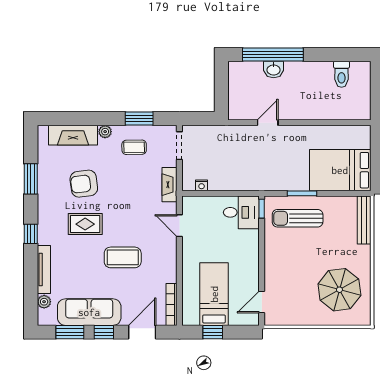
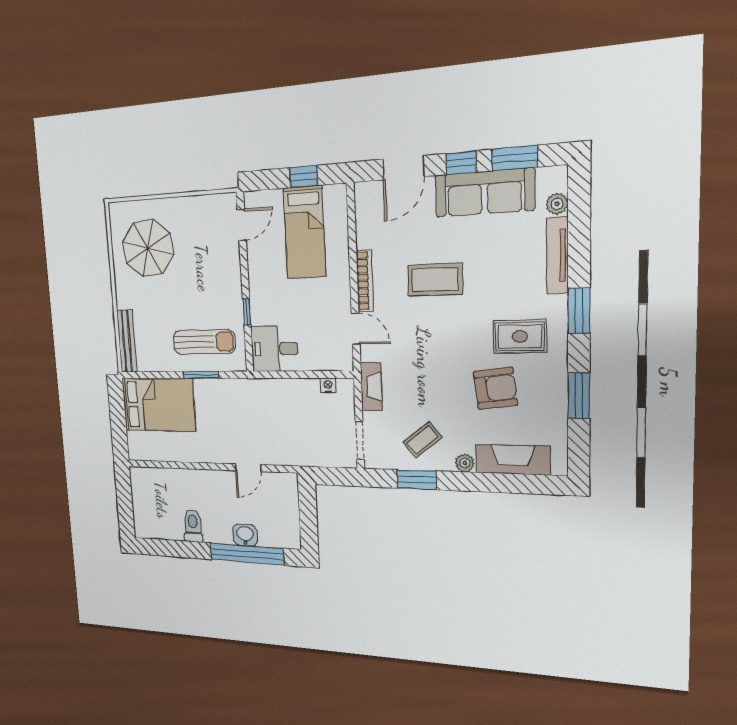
toilet: (342, 74) -> (193, 526), moved
coffee table: (134, 147) -> (423, 440), turned -38
window: (262, 209) -> (247, 312), moved
rug: (85, 224) -> (520, 336), moved
window: (31, 234) -> (579, 311), width x1.50
bookcase: (172, 304) -> (365, 281), moved

